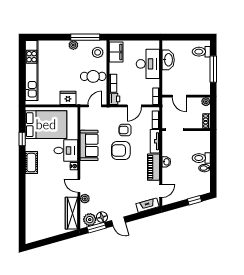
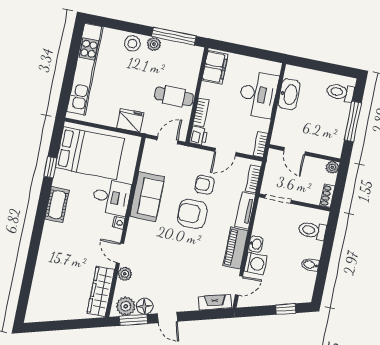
stool: (98, 52) -> (132, 43), moved
toilet: (201, 158) -> (312, 230), moved
washing machine: (169, 175) -> (256, 263), added

